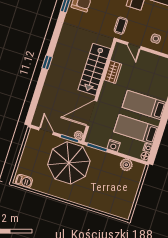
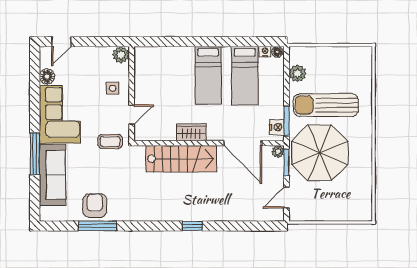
wardrobe: (113, 72) -> (191, 132), moved
nightstand: (114, 146) -> (277, 127), moved
sun lounger: (99, 177) -> (326, 105), added
barbecue: (24, 181) -> (364, 206), removed

